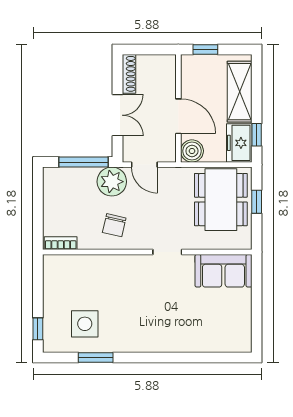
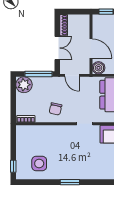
plant: (112, 182) -> (24, 85), moved
window: (96, 358) -> (70, 182), moved

